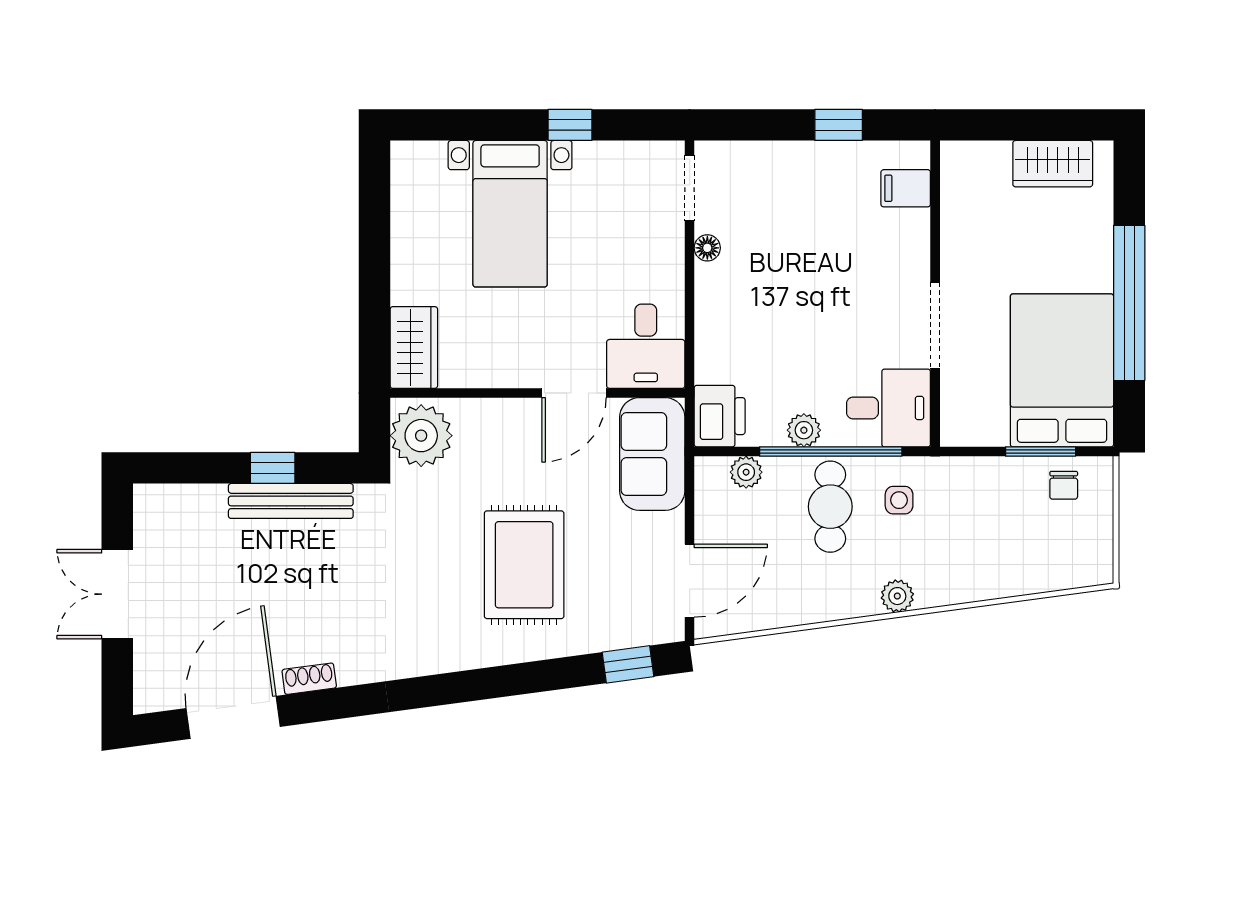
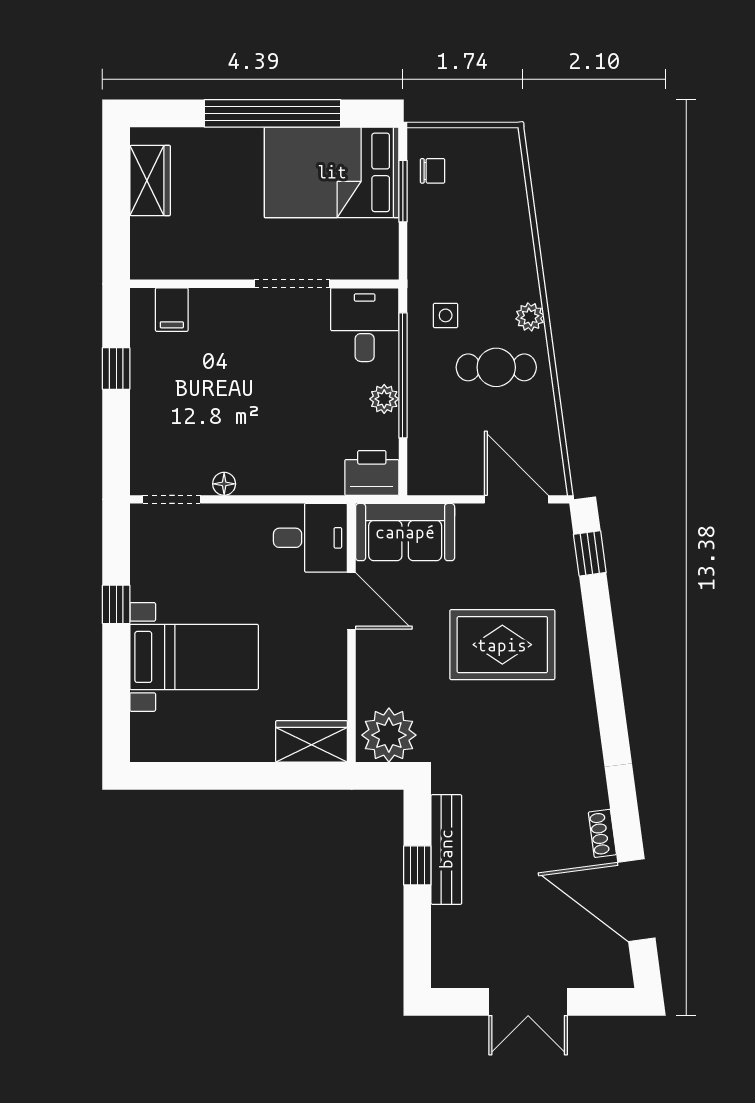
plant: (746, 472) -> (421, 450), removed
cafe table: (830, 507) -> (496, 367), moved

